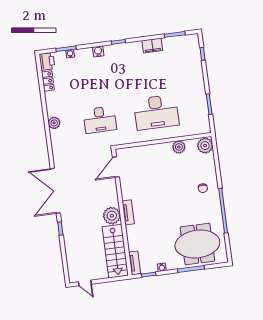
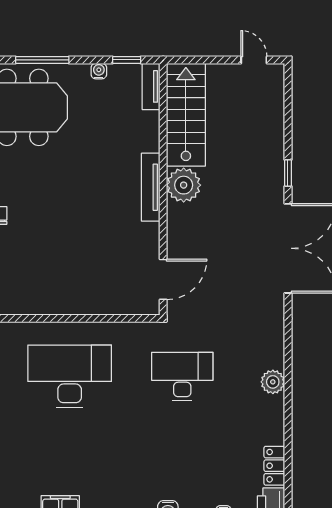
plant: (179, 147) -> (34, 302), removed
tv unit: (128, 212) -> (151, 187), width x1.41

